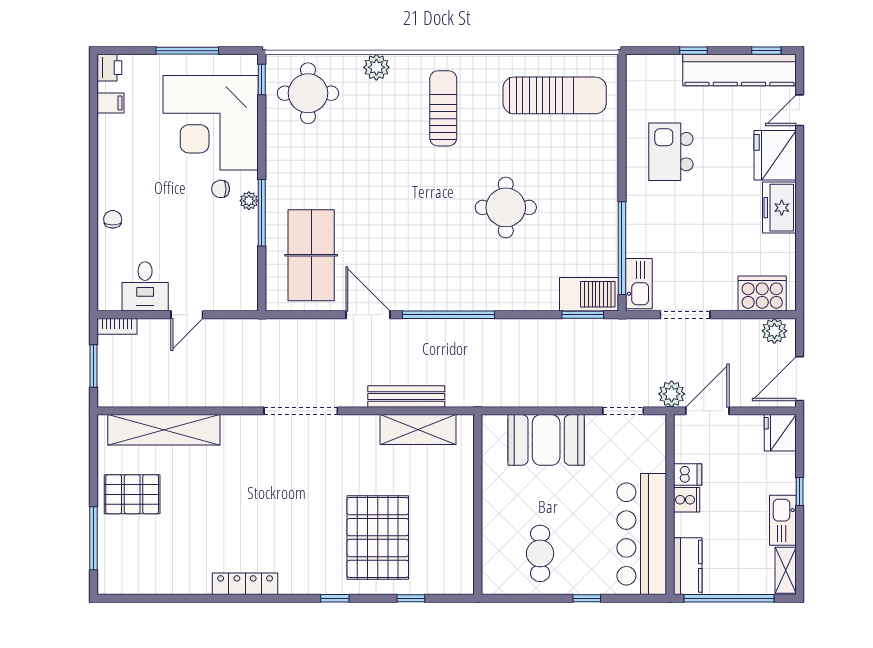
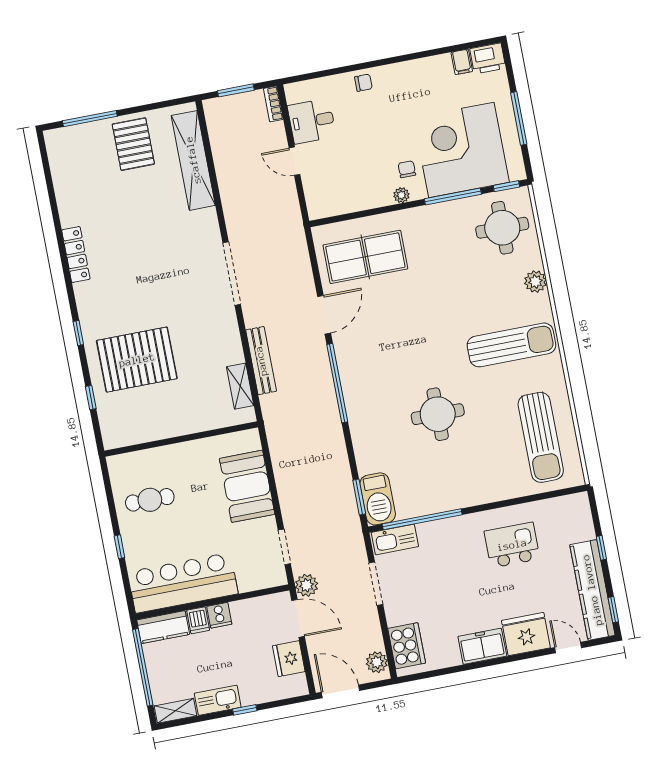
printer: (109, 68) -> (488, 58), width x1.36, depth x1.24
sun lounger: (443, 108) -> (511, 345), width x1.36, depth x1.34
window: (262, 213) -> (453, 197), moved
shelving: (418, 430) -> (240, 386), width x0.67, depth x0.75
fridge: (780, 433) -> (289, 659), moved, turned -90
dishwasher: (688, 475) -> (198, 620), moved

